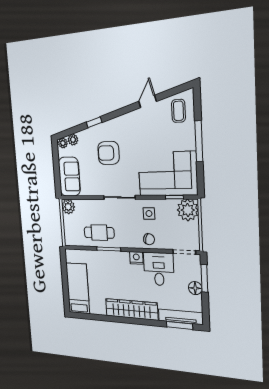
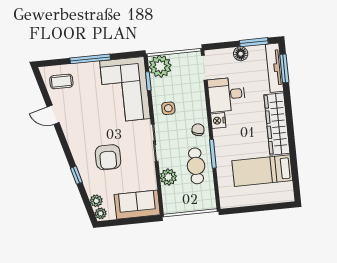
plant: (68, 207) -> (168, 177), moved
chair: (149, 239) -> (198, 130), moved
window: (204, 278) -> (254, 42), moved
bed: (78, 288) -> (262, 171), moved

